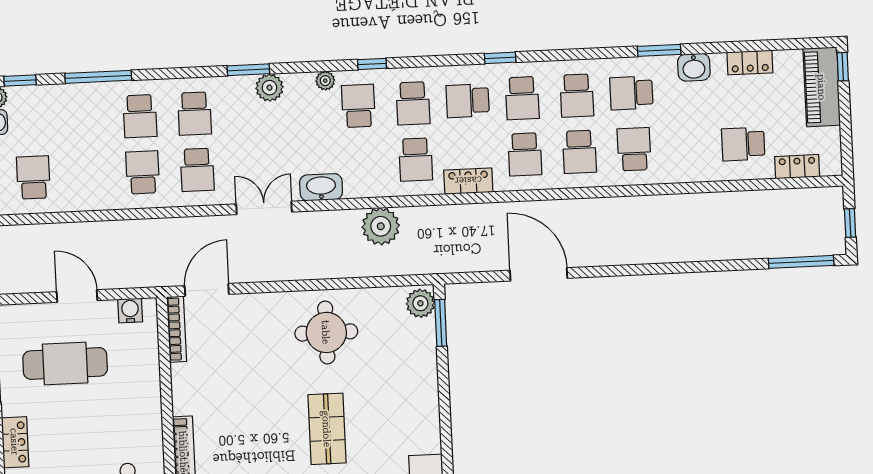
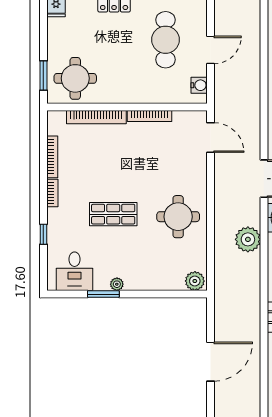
plant: (381, 226) -> (248, 239), moved
window: (441, 323) -> (103, 294), moved
bookcase: (177, 329) -> (150, 116), moved
plant: (431, 419) -> (117, 284), added

